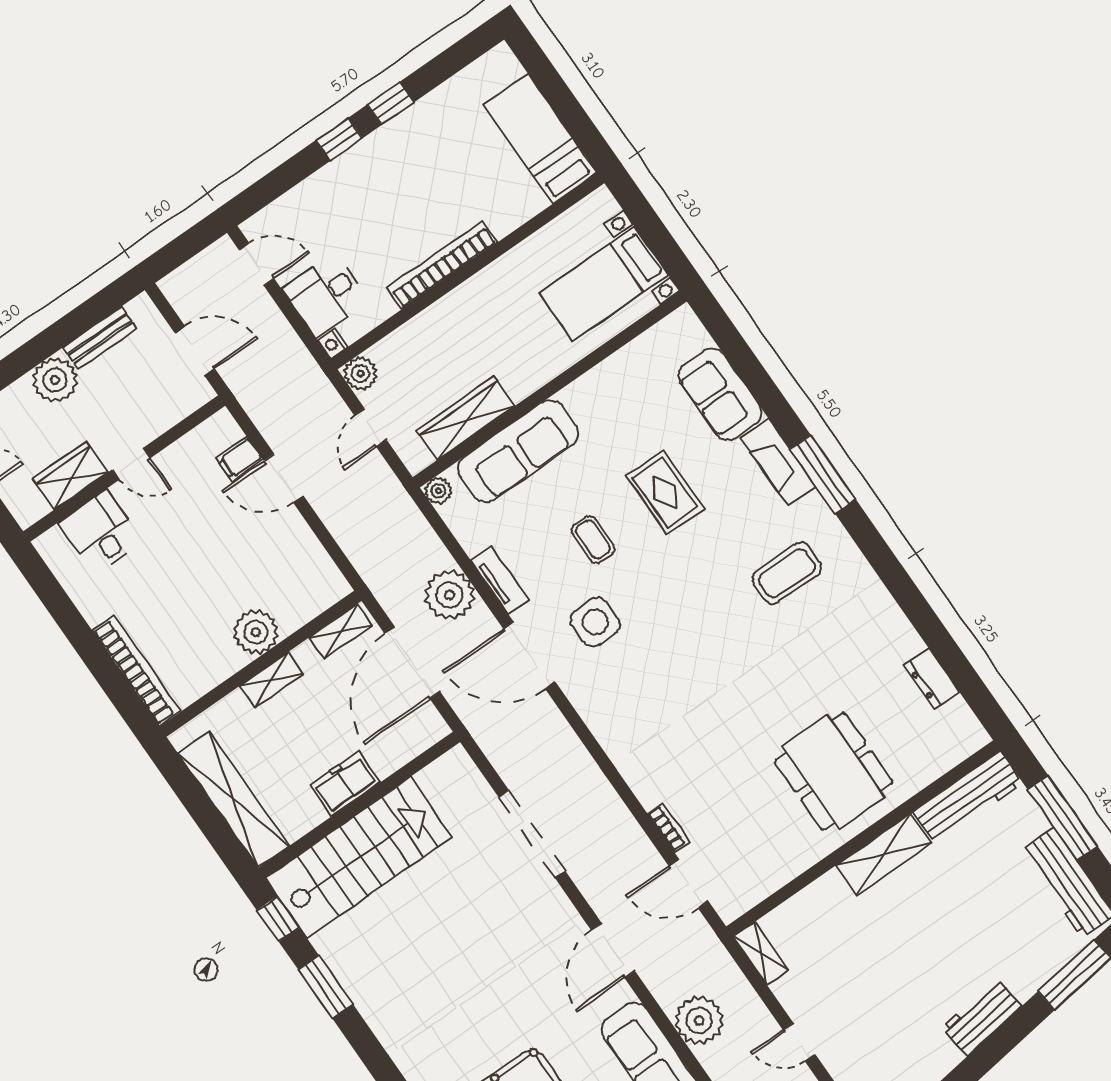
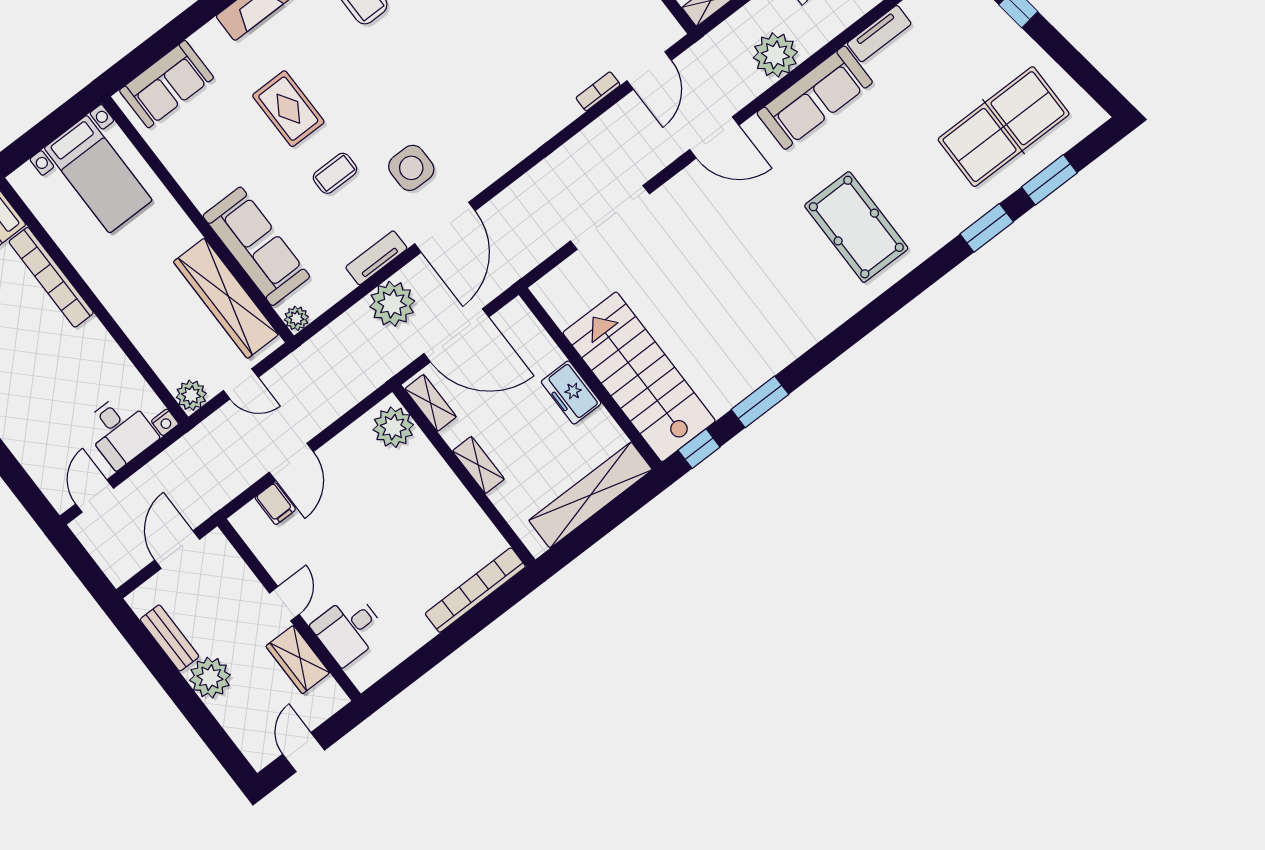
bookcase: (442, 265) -> (51, 277), moved
sofa: (720, 394) -> (167, 84), moved
wardrobe: (465, 418) -> (226, 298), width x1.40, depth x1.17
rug: (665, 492) -> (288, 109), turned 90
plant: (256, 632) -> (393, 427), moved

